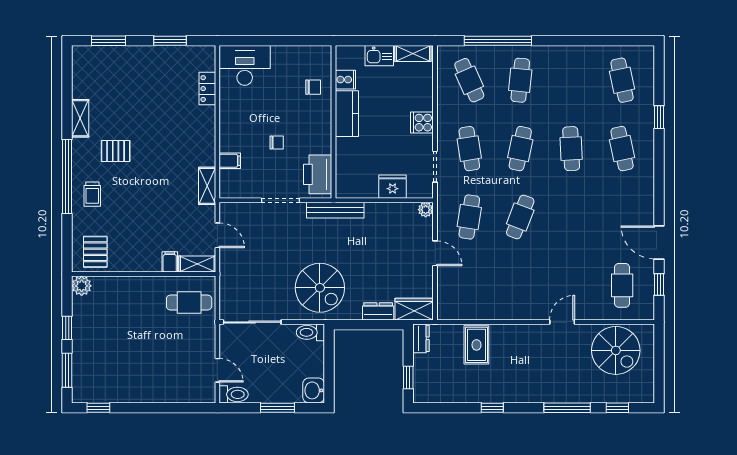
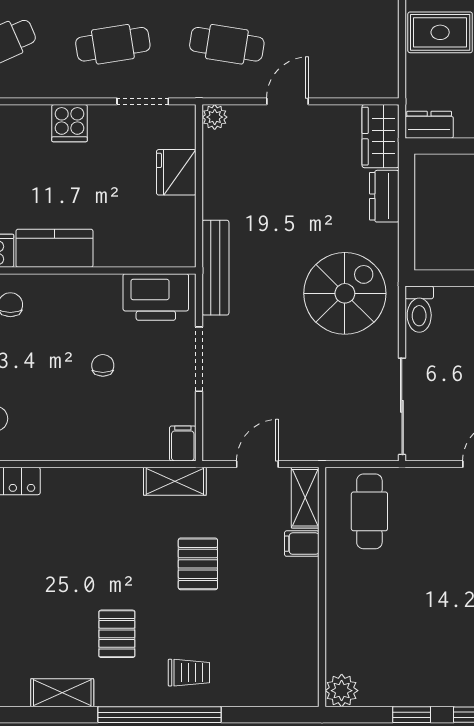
filing cabinet: (230, 161) -> (183, 443), moved
pallet: (95, 252) -> (198, 564), moved, turned 90

